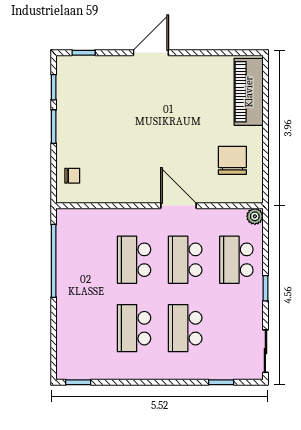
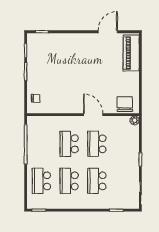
door: (151, 53) -> (108, 32), moved
chair: (232, 160) -> (125, 104), moved
school desk: (236, 260) -> (41, 181), moved

